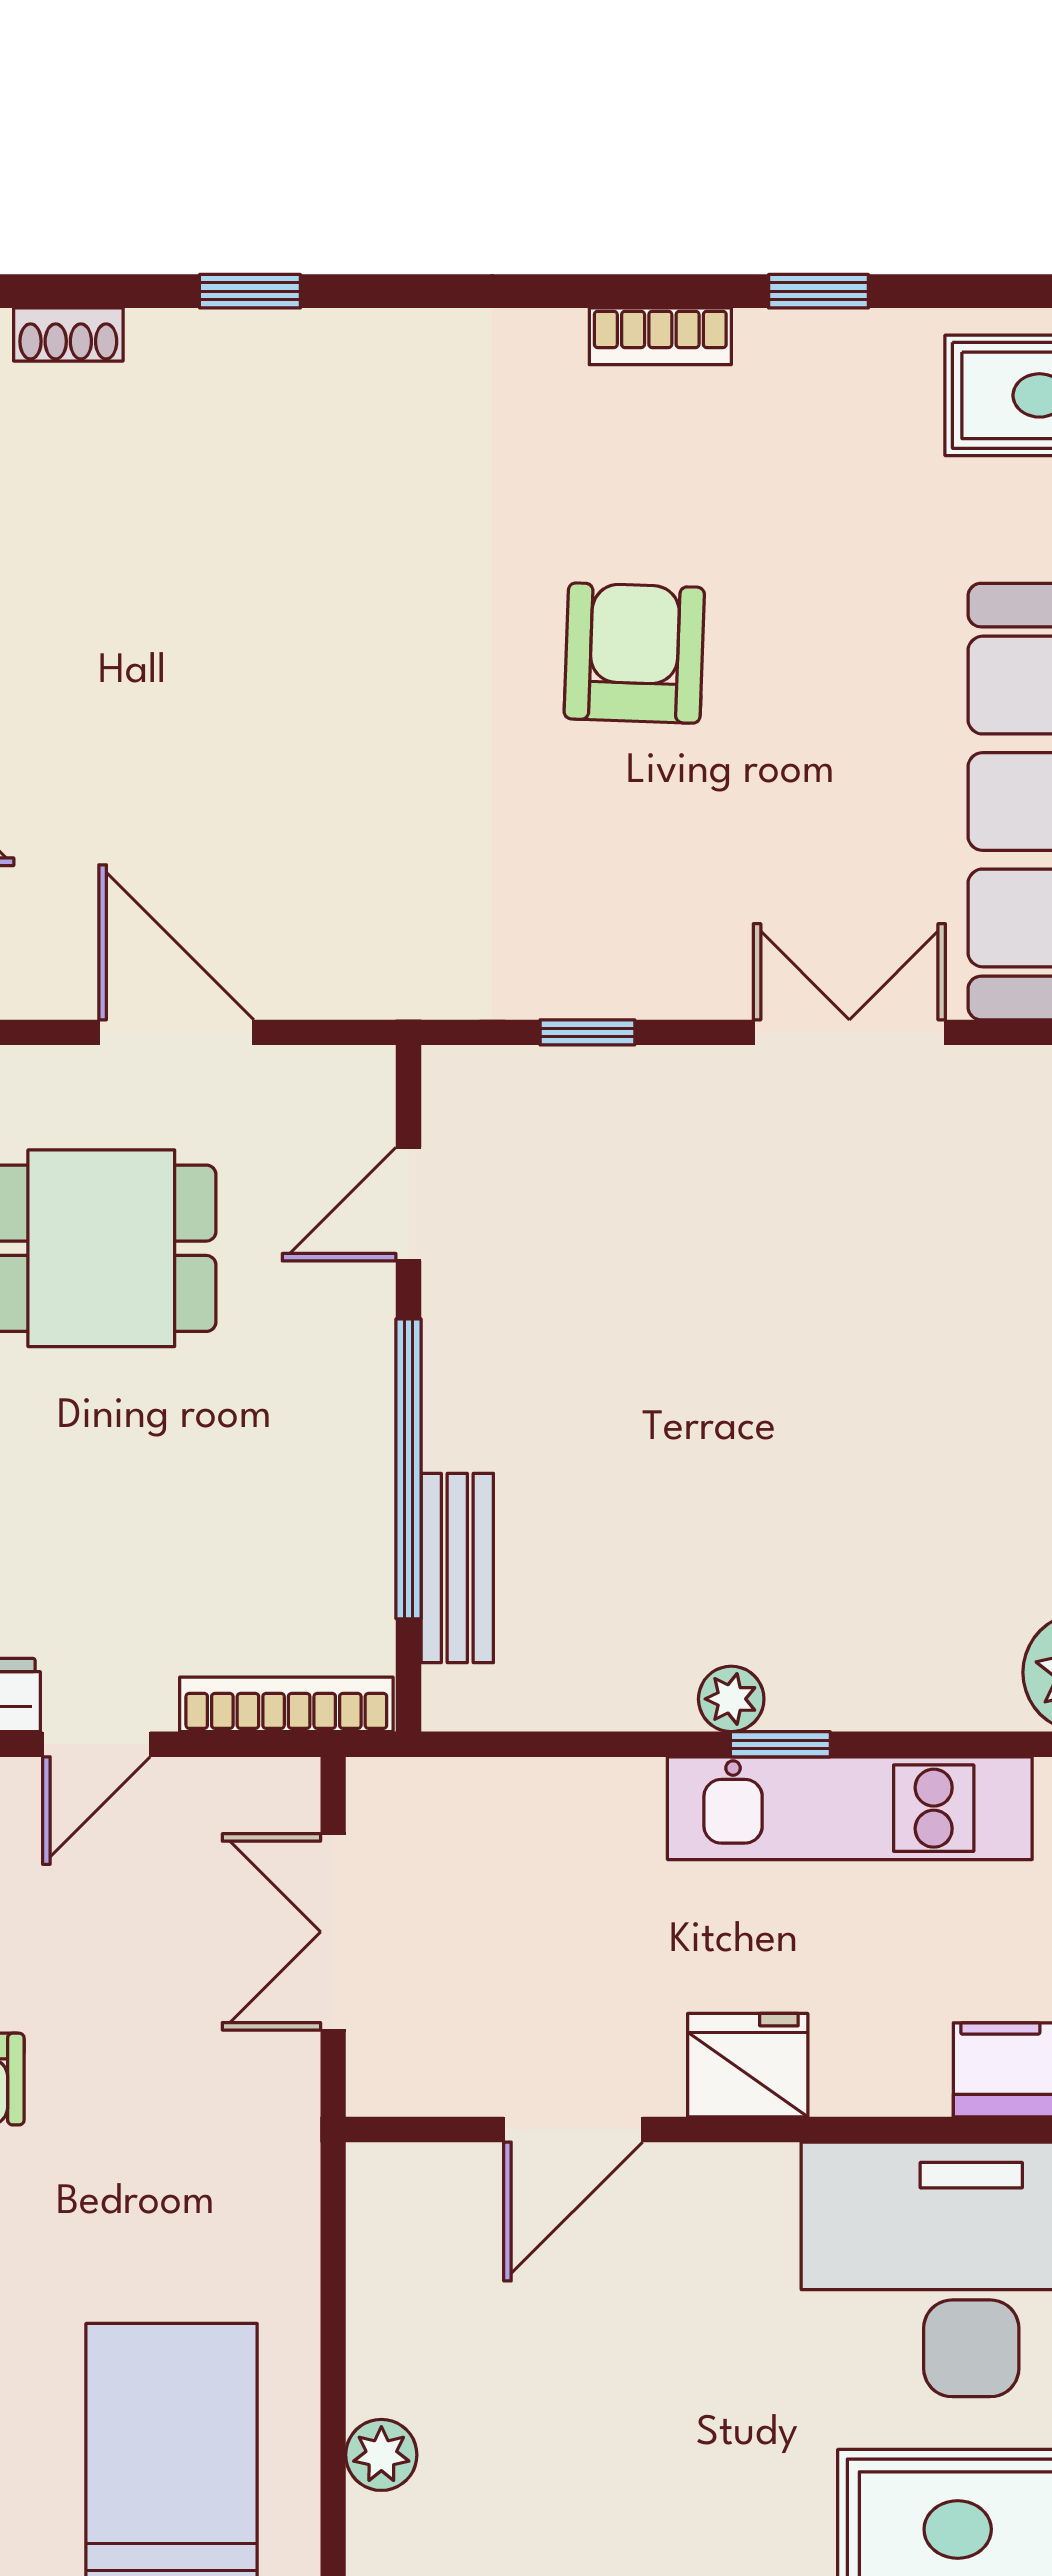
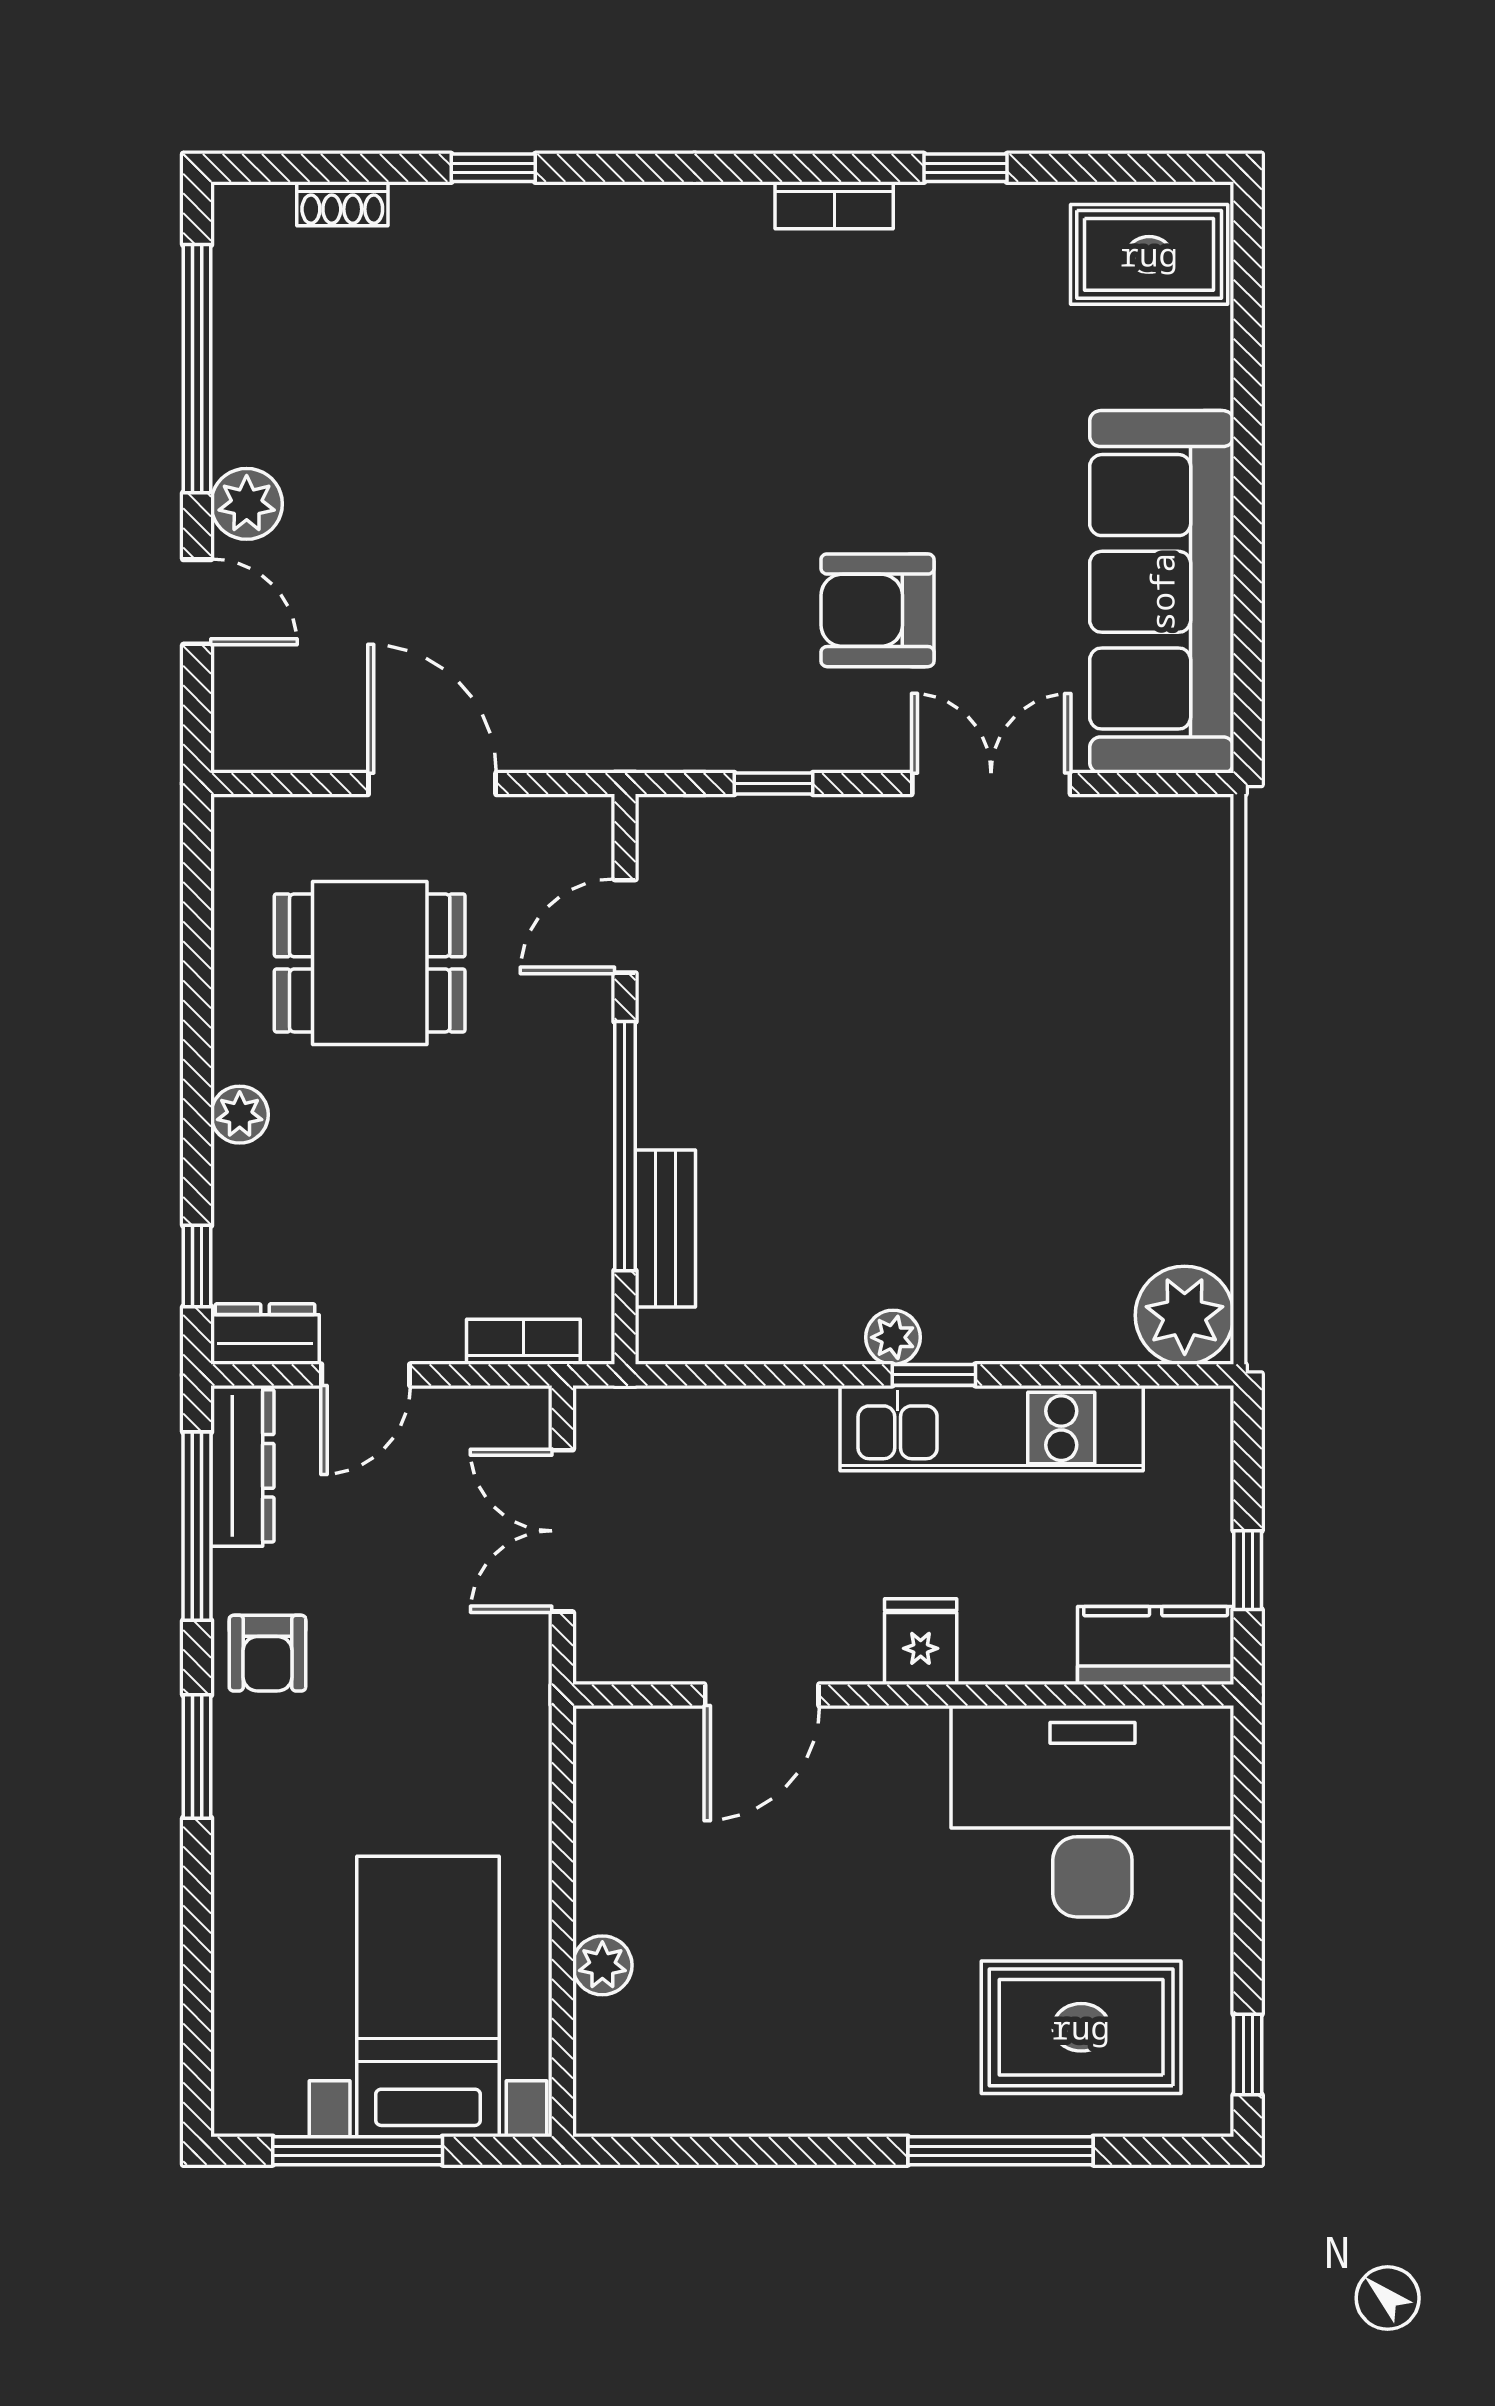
armchair: (634, 653) -> (878, 610), moved, turned -92
bookcase: (286, 1704) -> (523, 1342), width x0.64
fridge: (748, 2065) -> (921, 1642), width x0.72

